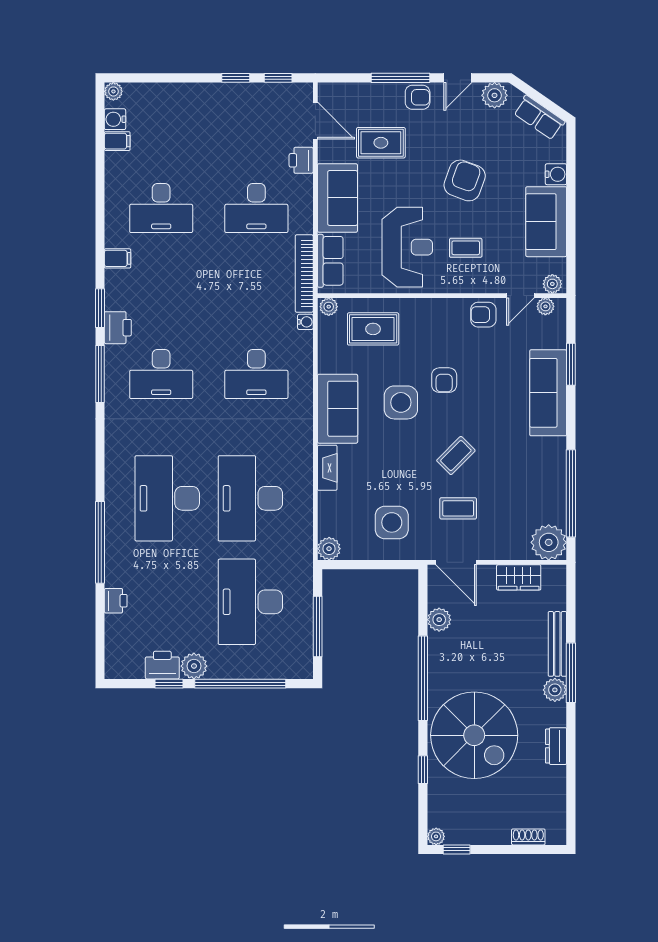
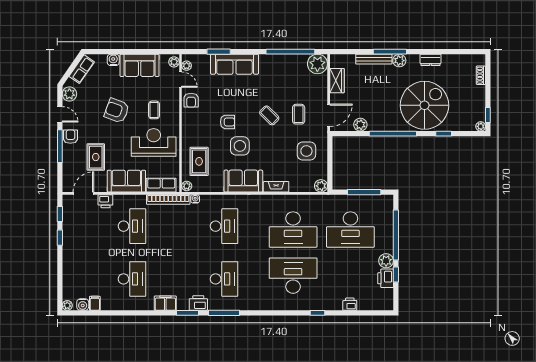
filing cabinet: (118, 258) -> (165, 303), width x2.00
desk: (167, 498) -> (293, 276), turned 180
window: (100, 542) -> (317, 313), width x0.32

